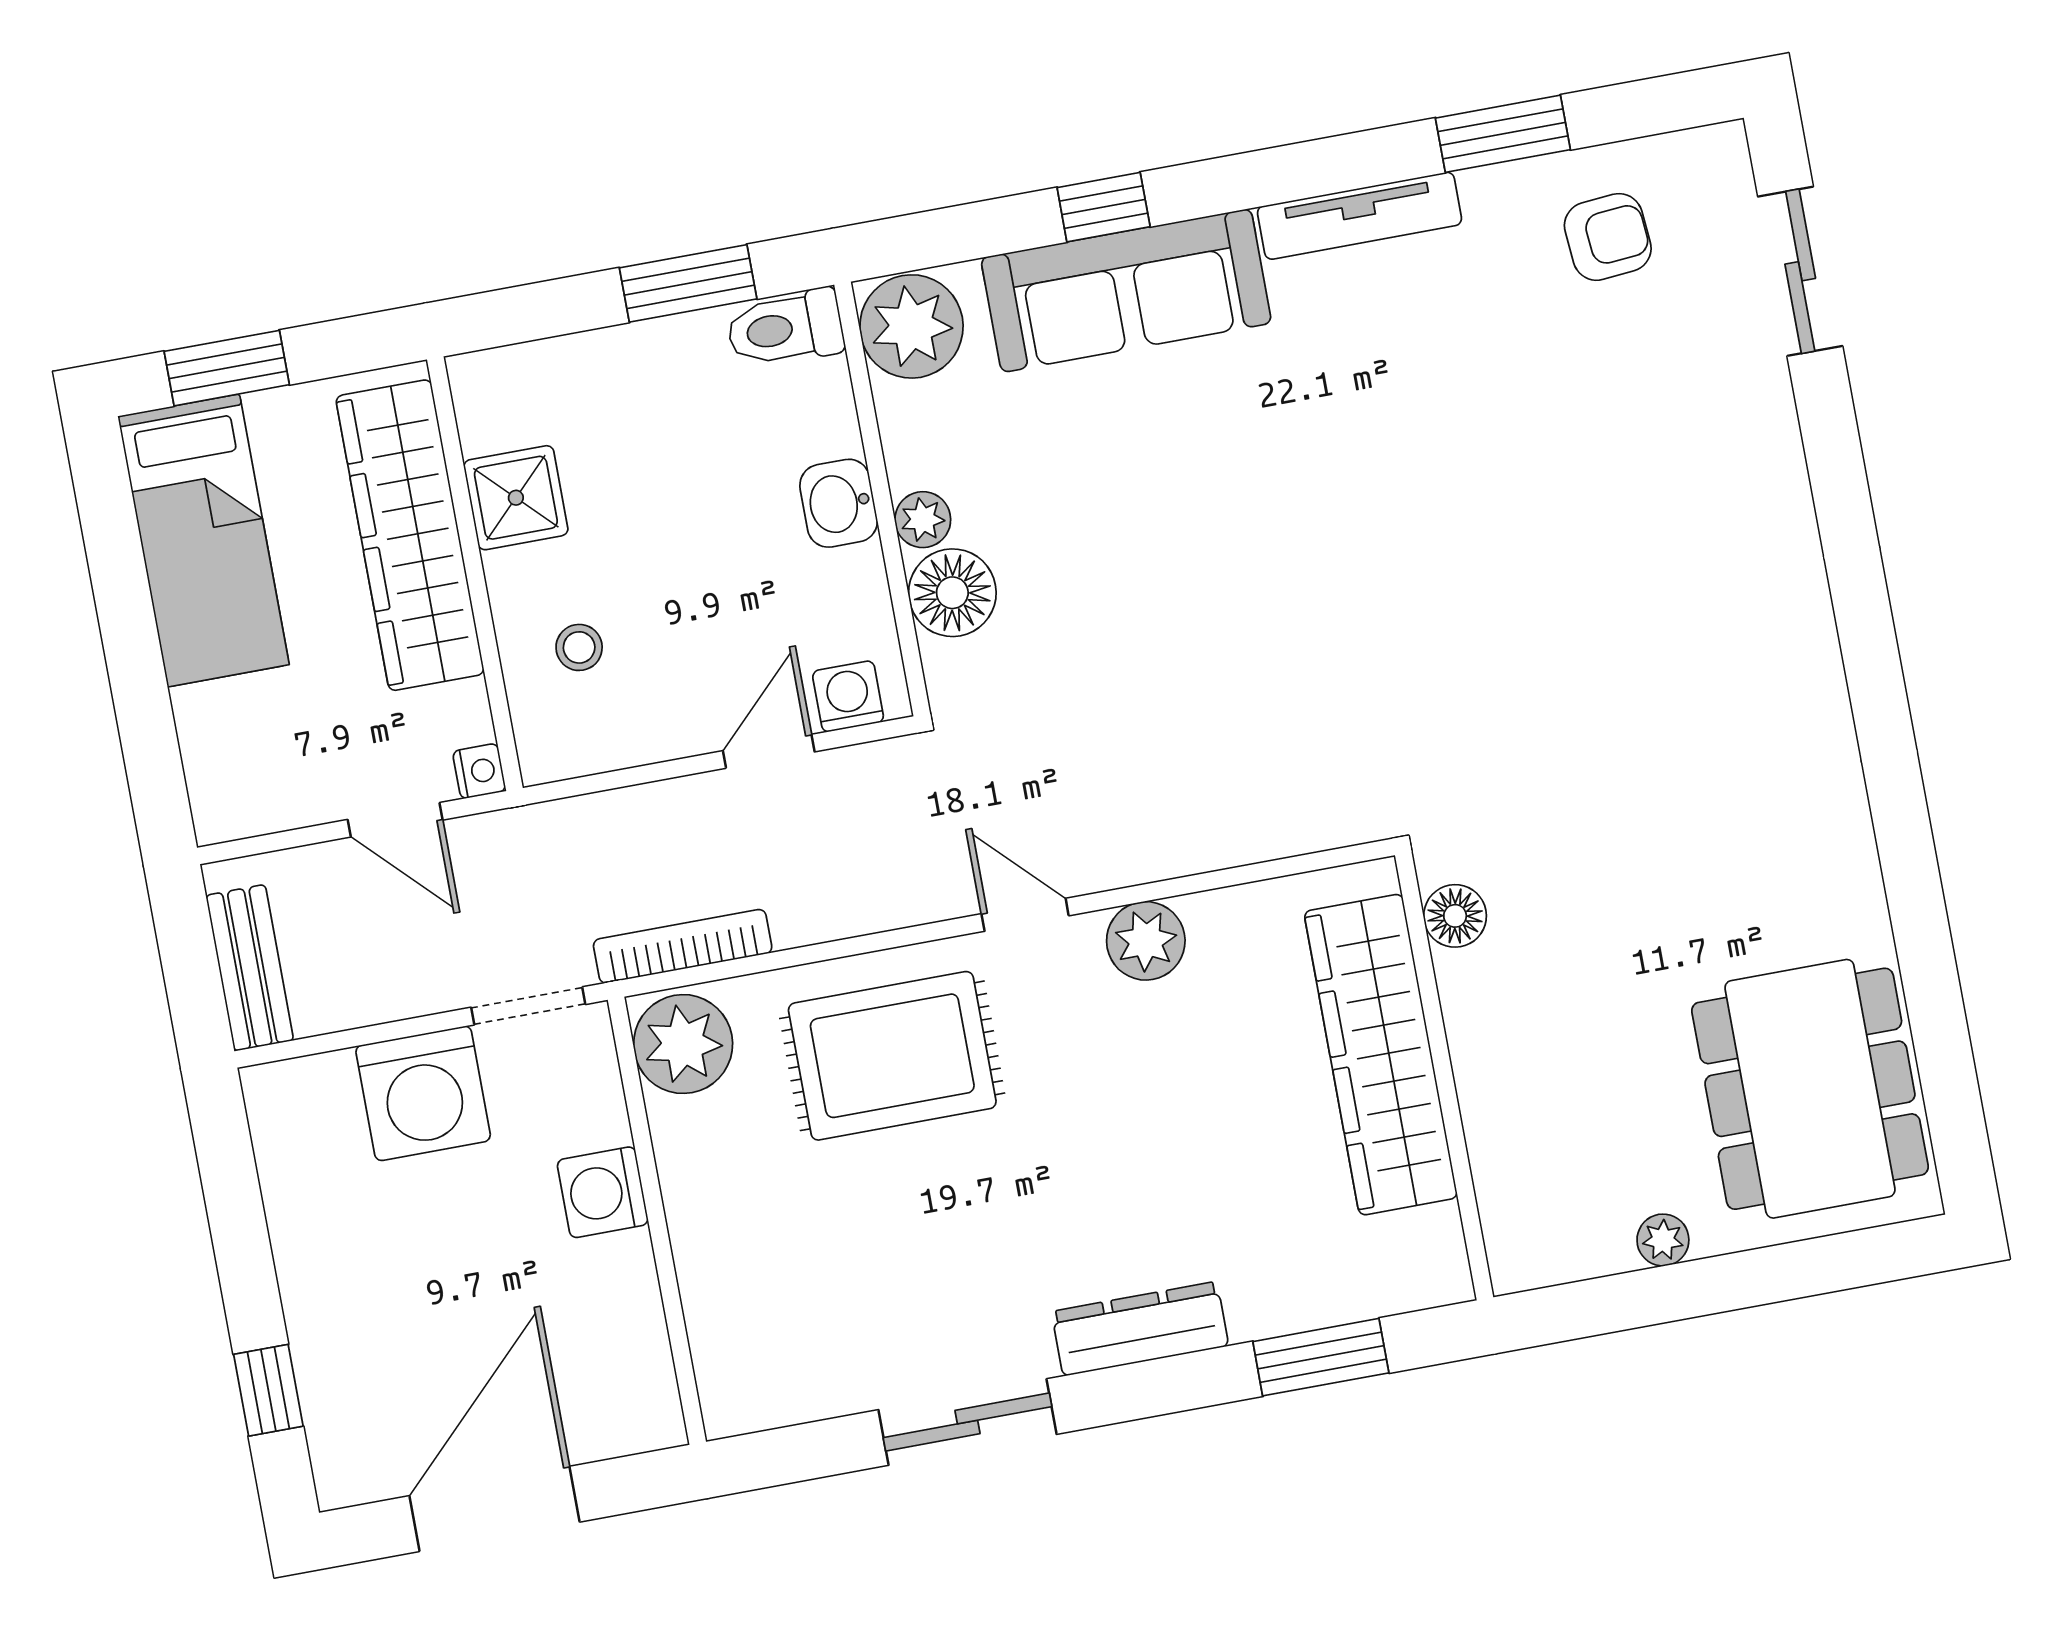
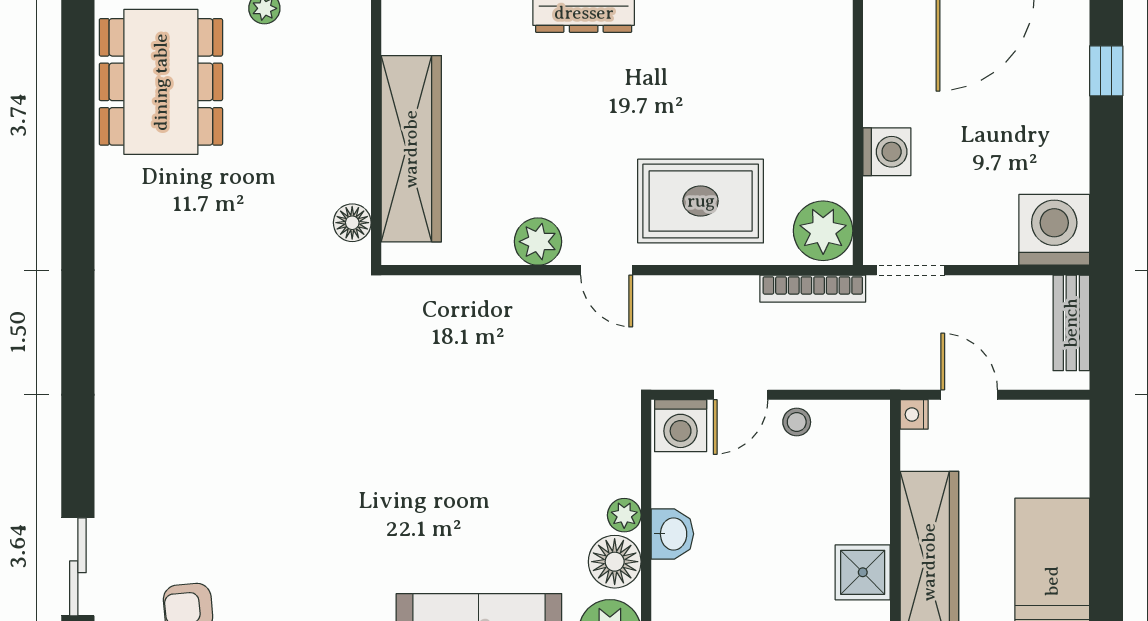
floor lamp: (952, 593) -> (615, 562), moved
stool: (579, 647) -> (797, 422), moved
washing machine: (848, 696) -> (681, 426), width x1.38, depth x1.38
washing machine: (423, 1093) -> (1054, 230), moved

